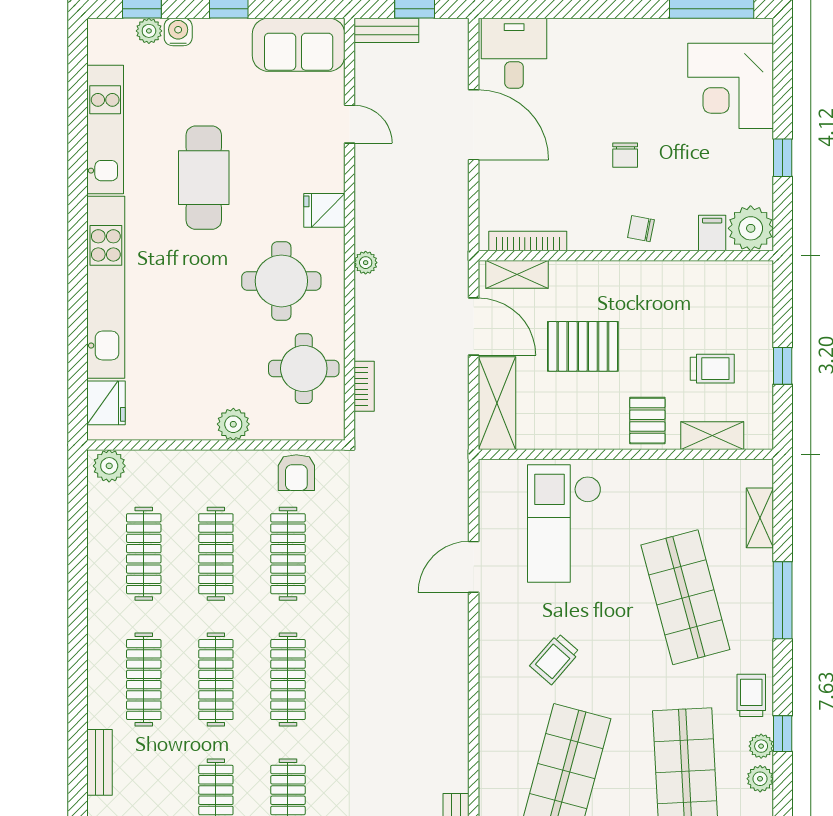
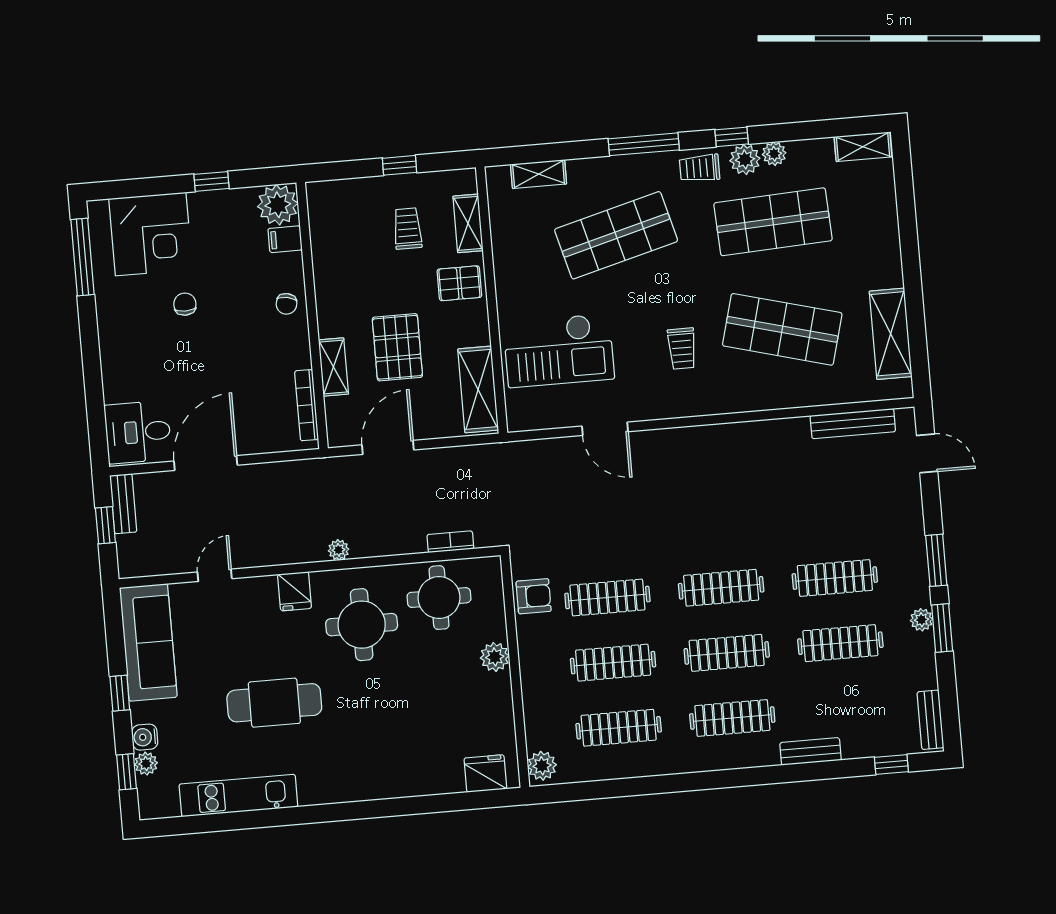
bench: (386, 30) -> (123, 504), moved
sofa: (299, 45) -> (148, 642), width x1.36
chair: (625, 155) -> (185, 304), moved, turned -90
shelving: (517, 274) -> (333, 367), moved
kitchen unit: (106, 287) -> (381, 783), removed
shelving: (497, 403) -> (478, 389), moved, turned 90
window: (783, 600) -> (644, 144), moved
trolley: (555, 659) -> (682, 348), turned 49
plant: (761, 746) -> (745, 159), width x1.38, depth x1.38

